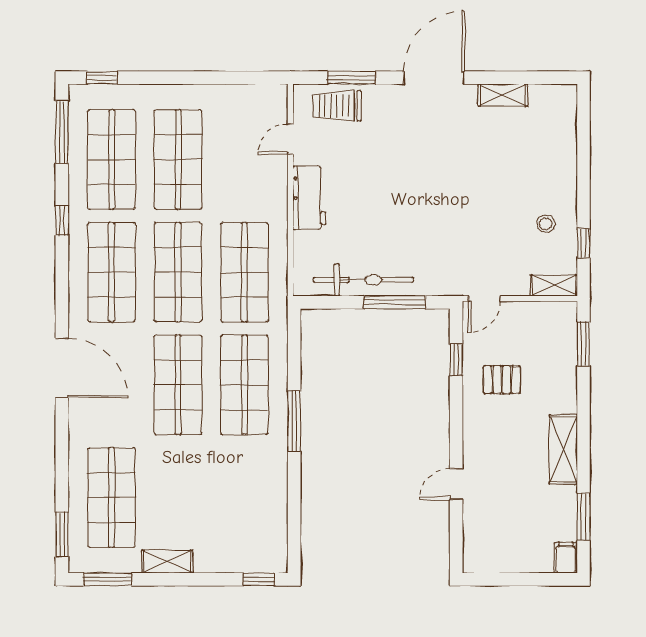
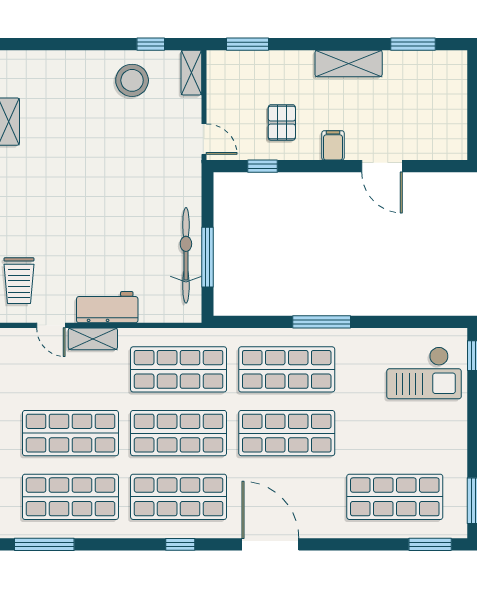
window: (62, 221) -> (180, 544), moved
stool: (546, 224) -> (132, 80), width x1.89, depth x1.89
window: (395, 302) -> (208, 257), moved
door: (62, 368) -> (270, 544), hinge flipped
door: (456, 484) -> (382, 166), width x1.37
checkout: (241, 528) -> (424, 373), added
filing cabinet: (566, 558) -> (333, 145), moved, turned 90
shelving: (167, 562) -> (93, 339), moved, turned 90

